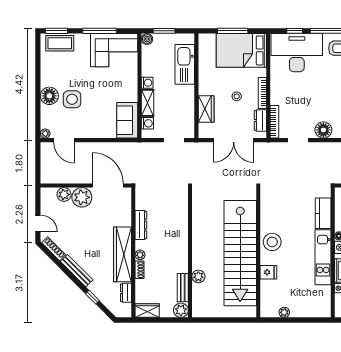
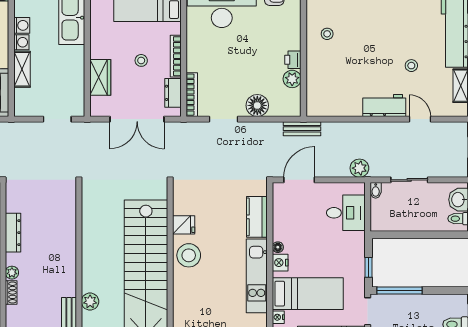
washing machine: (147, 123) -> (22, 25), moved
fridge: (268, 272) -> (184, 225), moved

